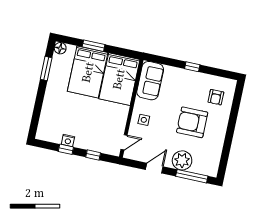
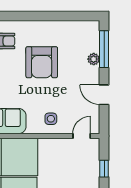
door: (124, 142) -> (82, 136), hinge flipped
plant: (182, 160) -> (94, 59), width x0.53, depth x0.53

